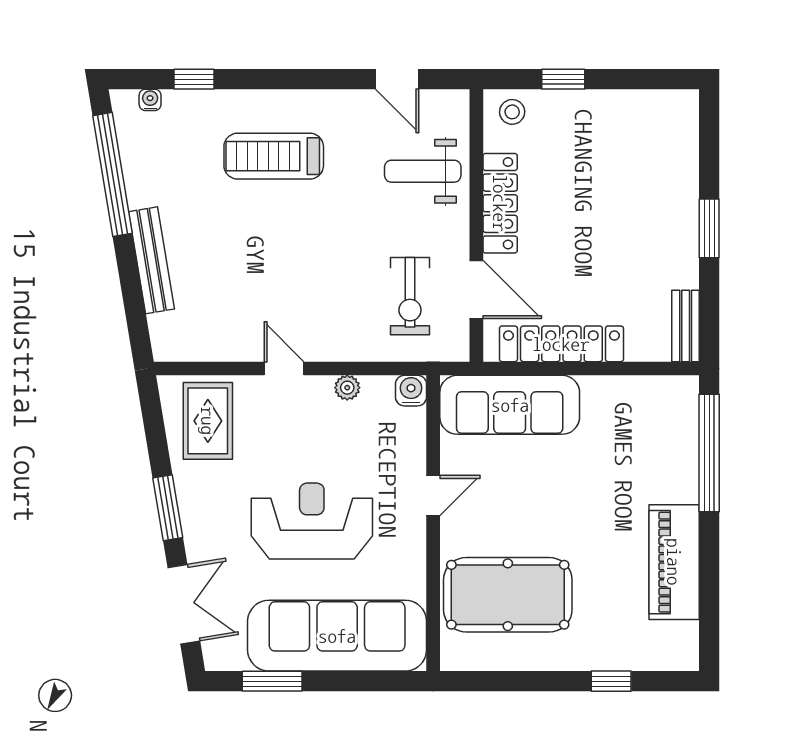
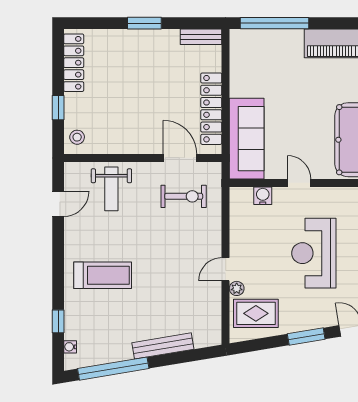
treadmill: (274, 156) -> (103, 275), turned -90
locker: (500, 203) -> (74, 63), moved, turned 90
door: (476, 290) -> (180, 158), hinge flipped
plant: (347, 388) -> (237, 288), moved
water cooler: (411, 391) -> (263, 196), moved, turned 90

